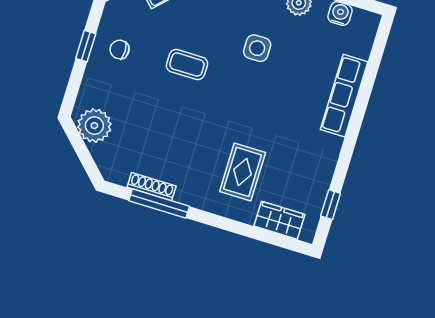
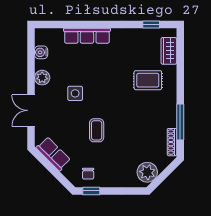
window: (86, 46) -> (91, 191), moved
chair: (120, 49) -> (88, 174), moved
shoe rack: (152, 187) -> (172, 142), moved

